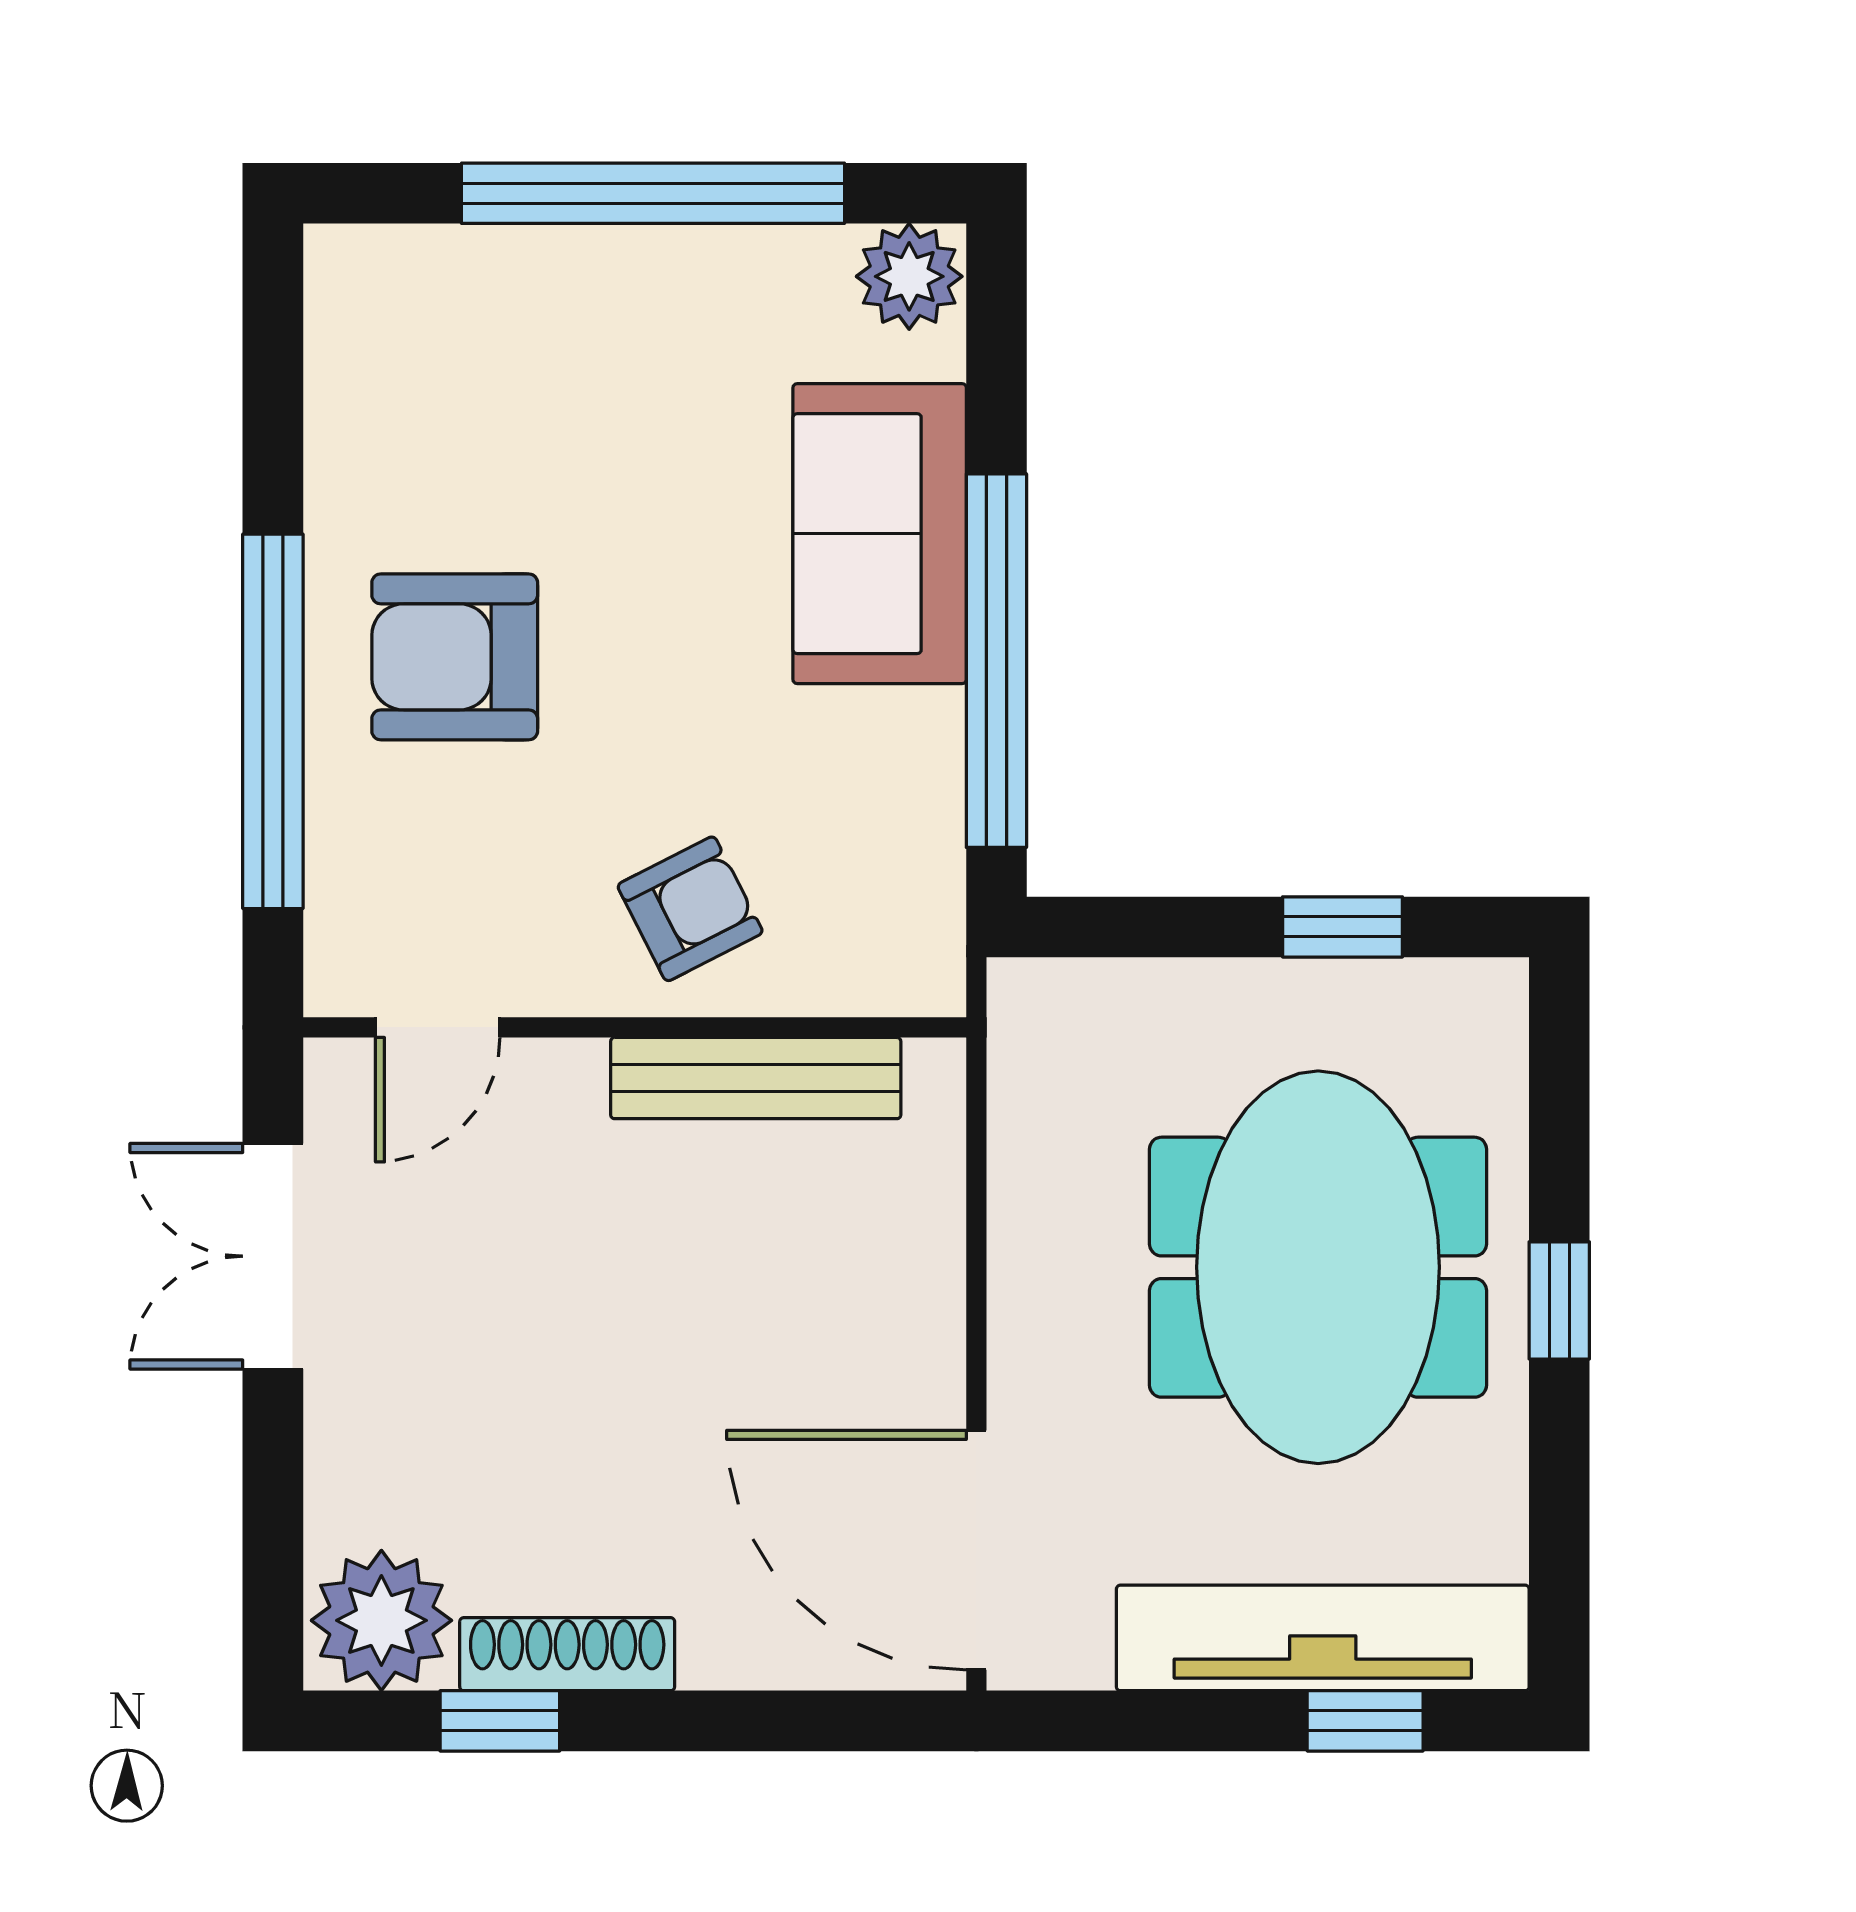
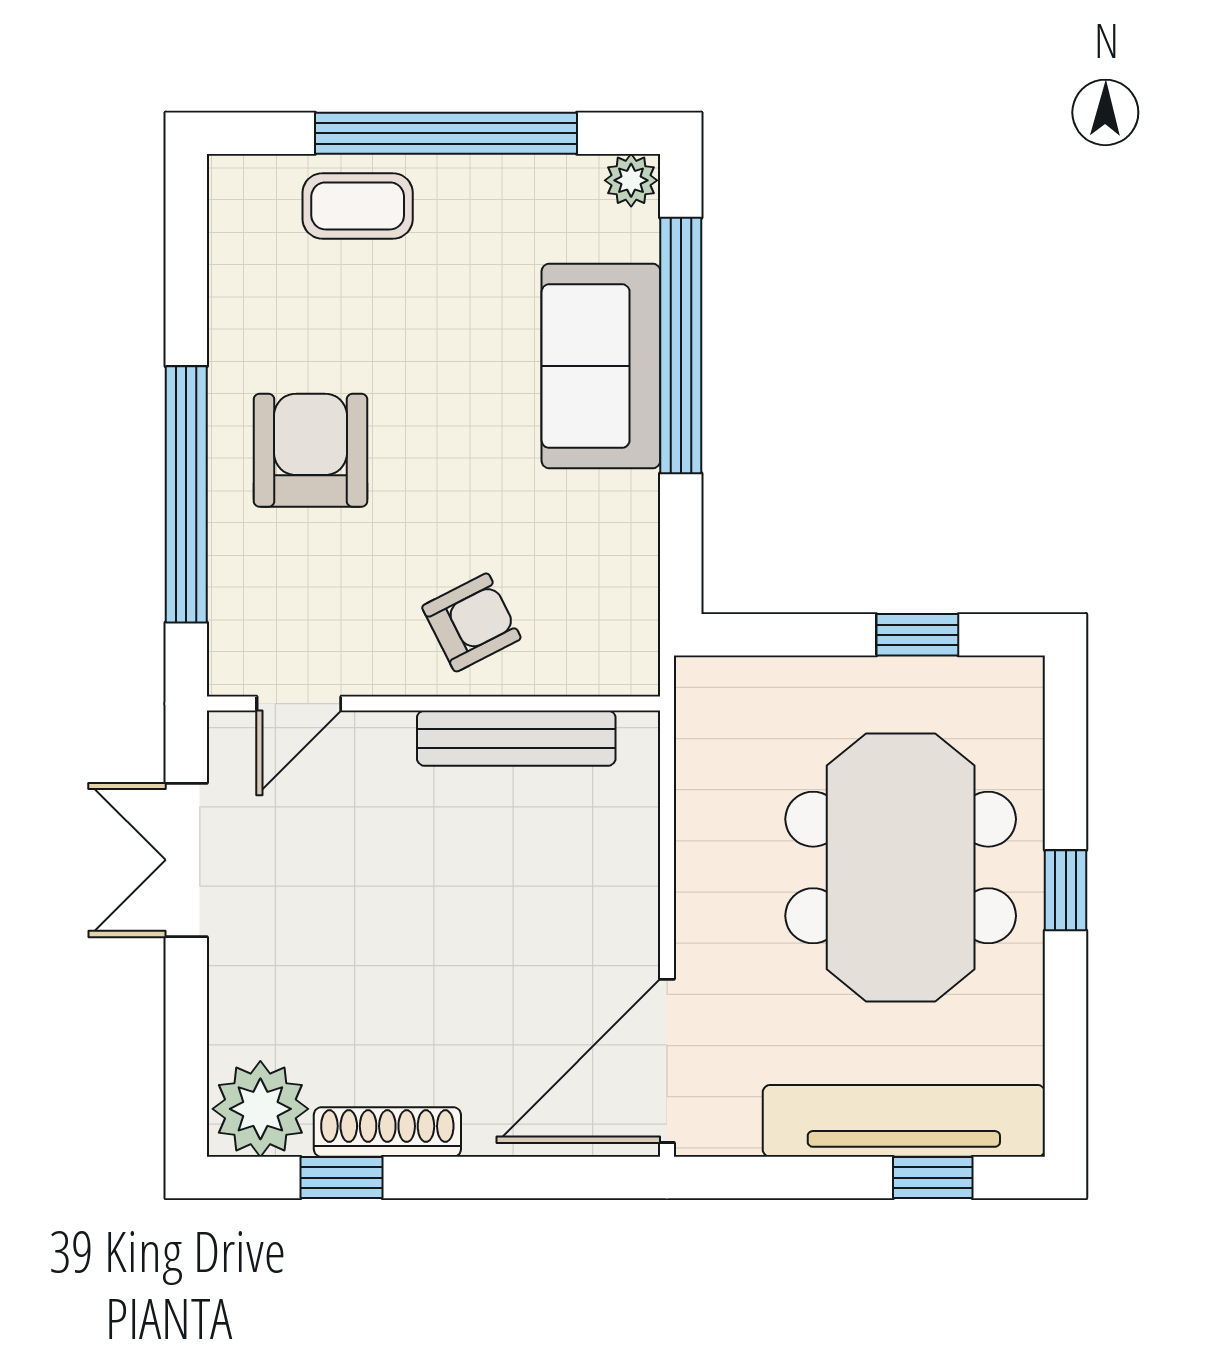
plant: (909, 276) -> (631, 180), width x0.73, depth x0.73
coffee table: (524, 299) -> (358, 206), added
armchair: (455, 657) -> (311, 450), turned 90
window: (996, 661) -> (681, 346), moved
door: (976, 1550) -> (667, 1061), hinge flipped

